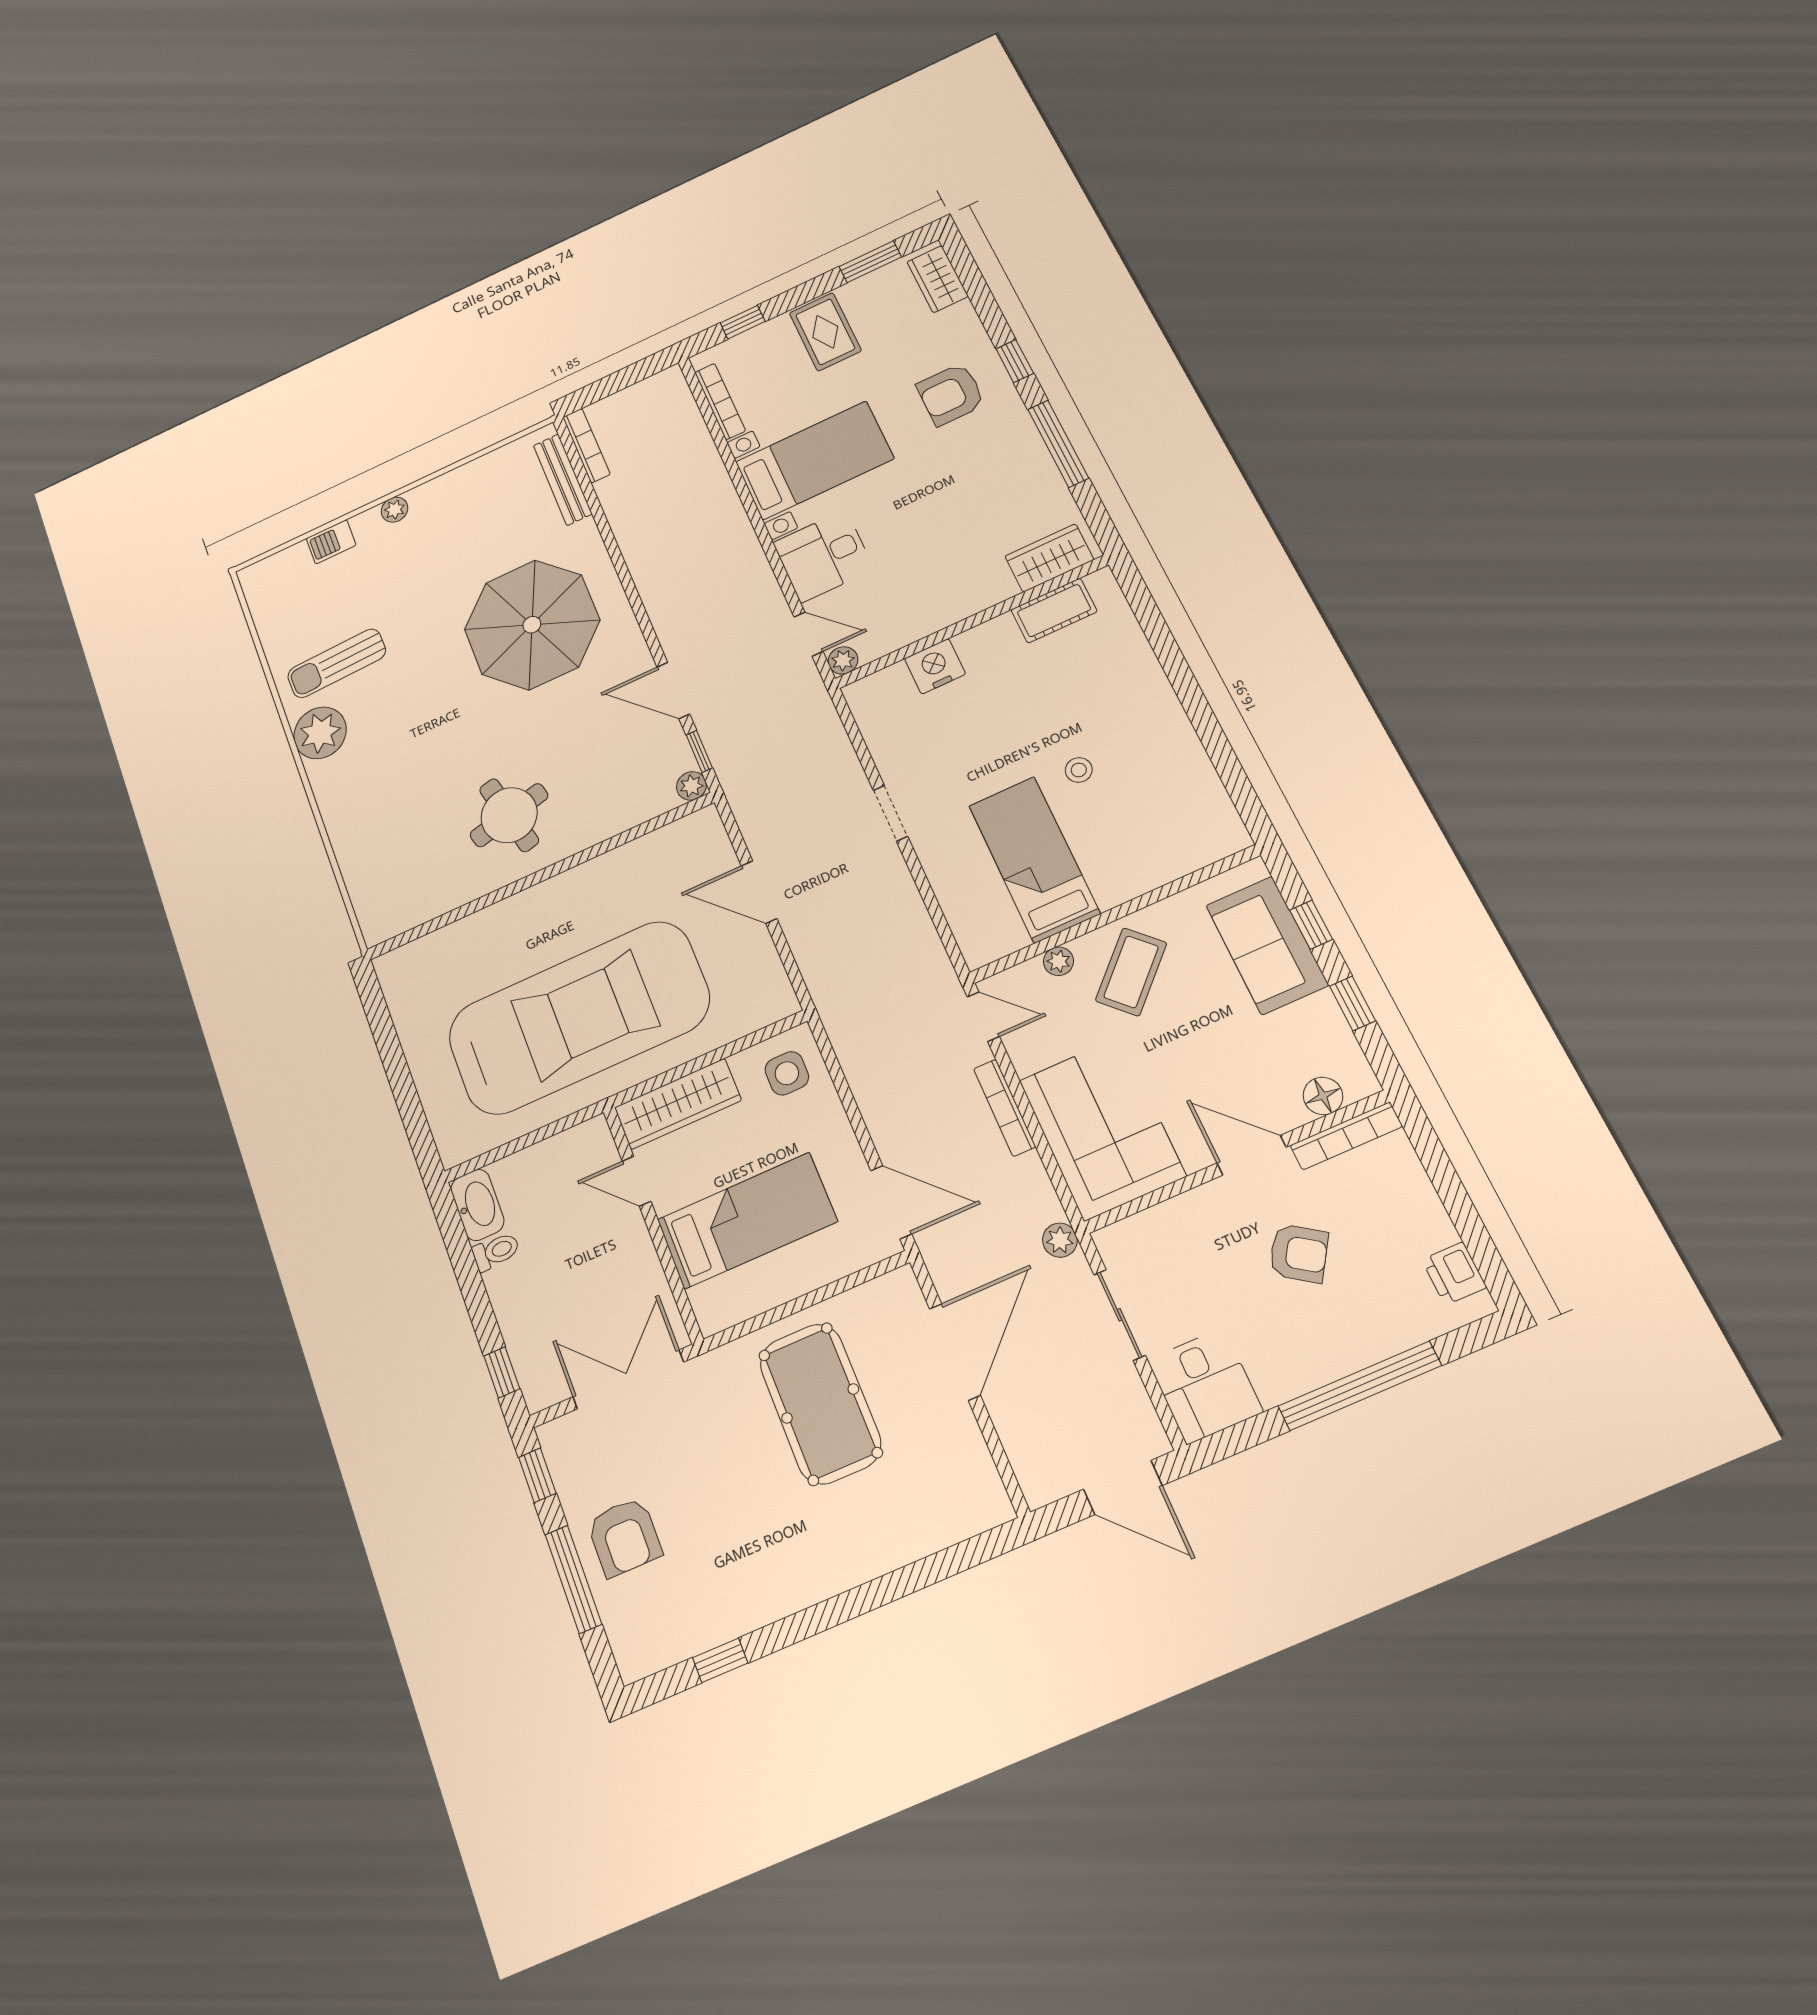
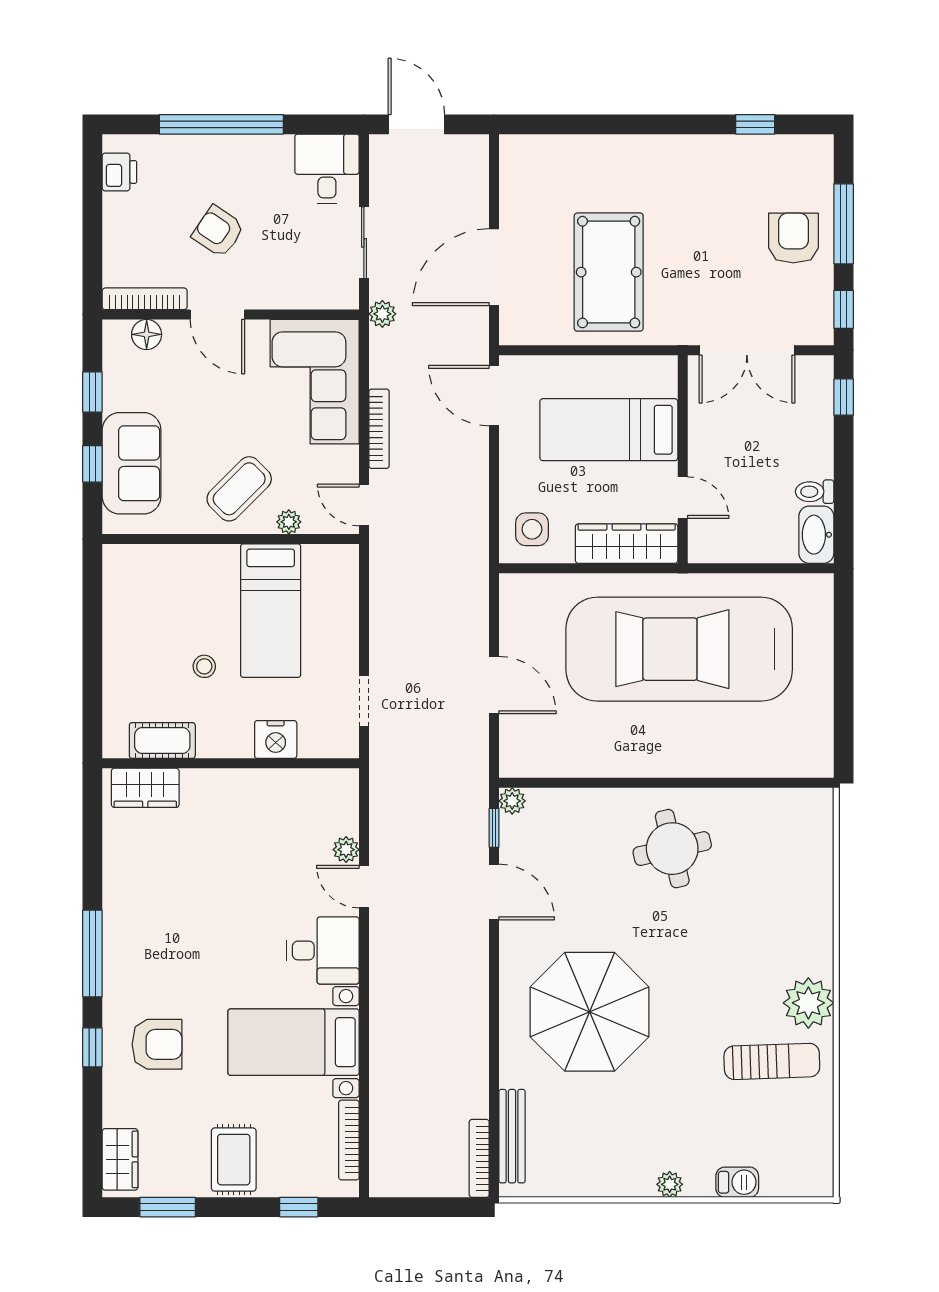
wardrobe: (1049, 558) -> (145, 788), moved
cot: (1054, 611) -> (162, 741), moved
wall: (971, 622) -> (231, 763), moved
nightstand: (935, 666) -> (276, 739), moved

